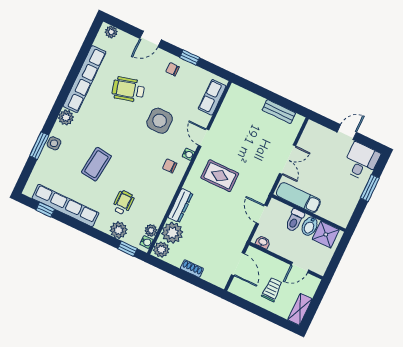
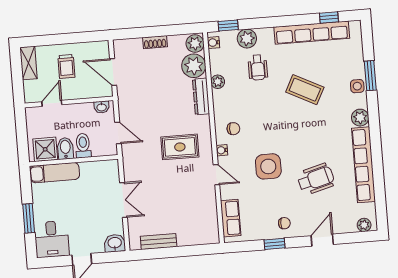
washbasin: (314, 130) -> (115, 243), added
double door: (288, 160) -> (123, 200), swing flipped
coffee table: (96, 164) -> (305, 90), turned -70
exam couch: (298, 198) -> (55, 173), moved
plant: (151, 230) -> (218, 82), moved

